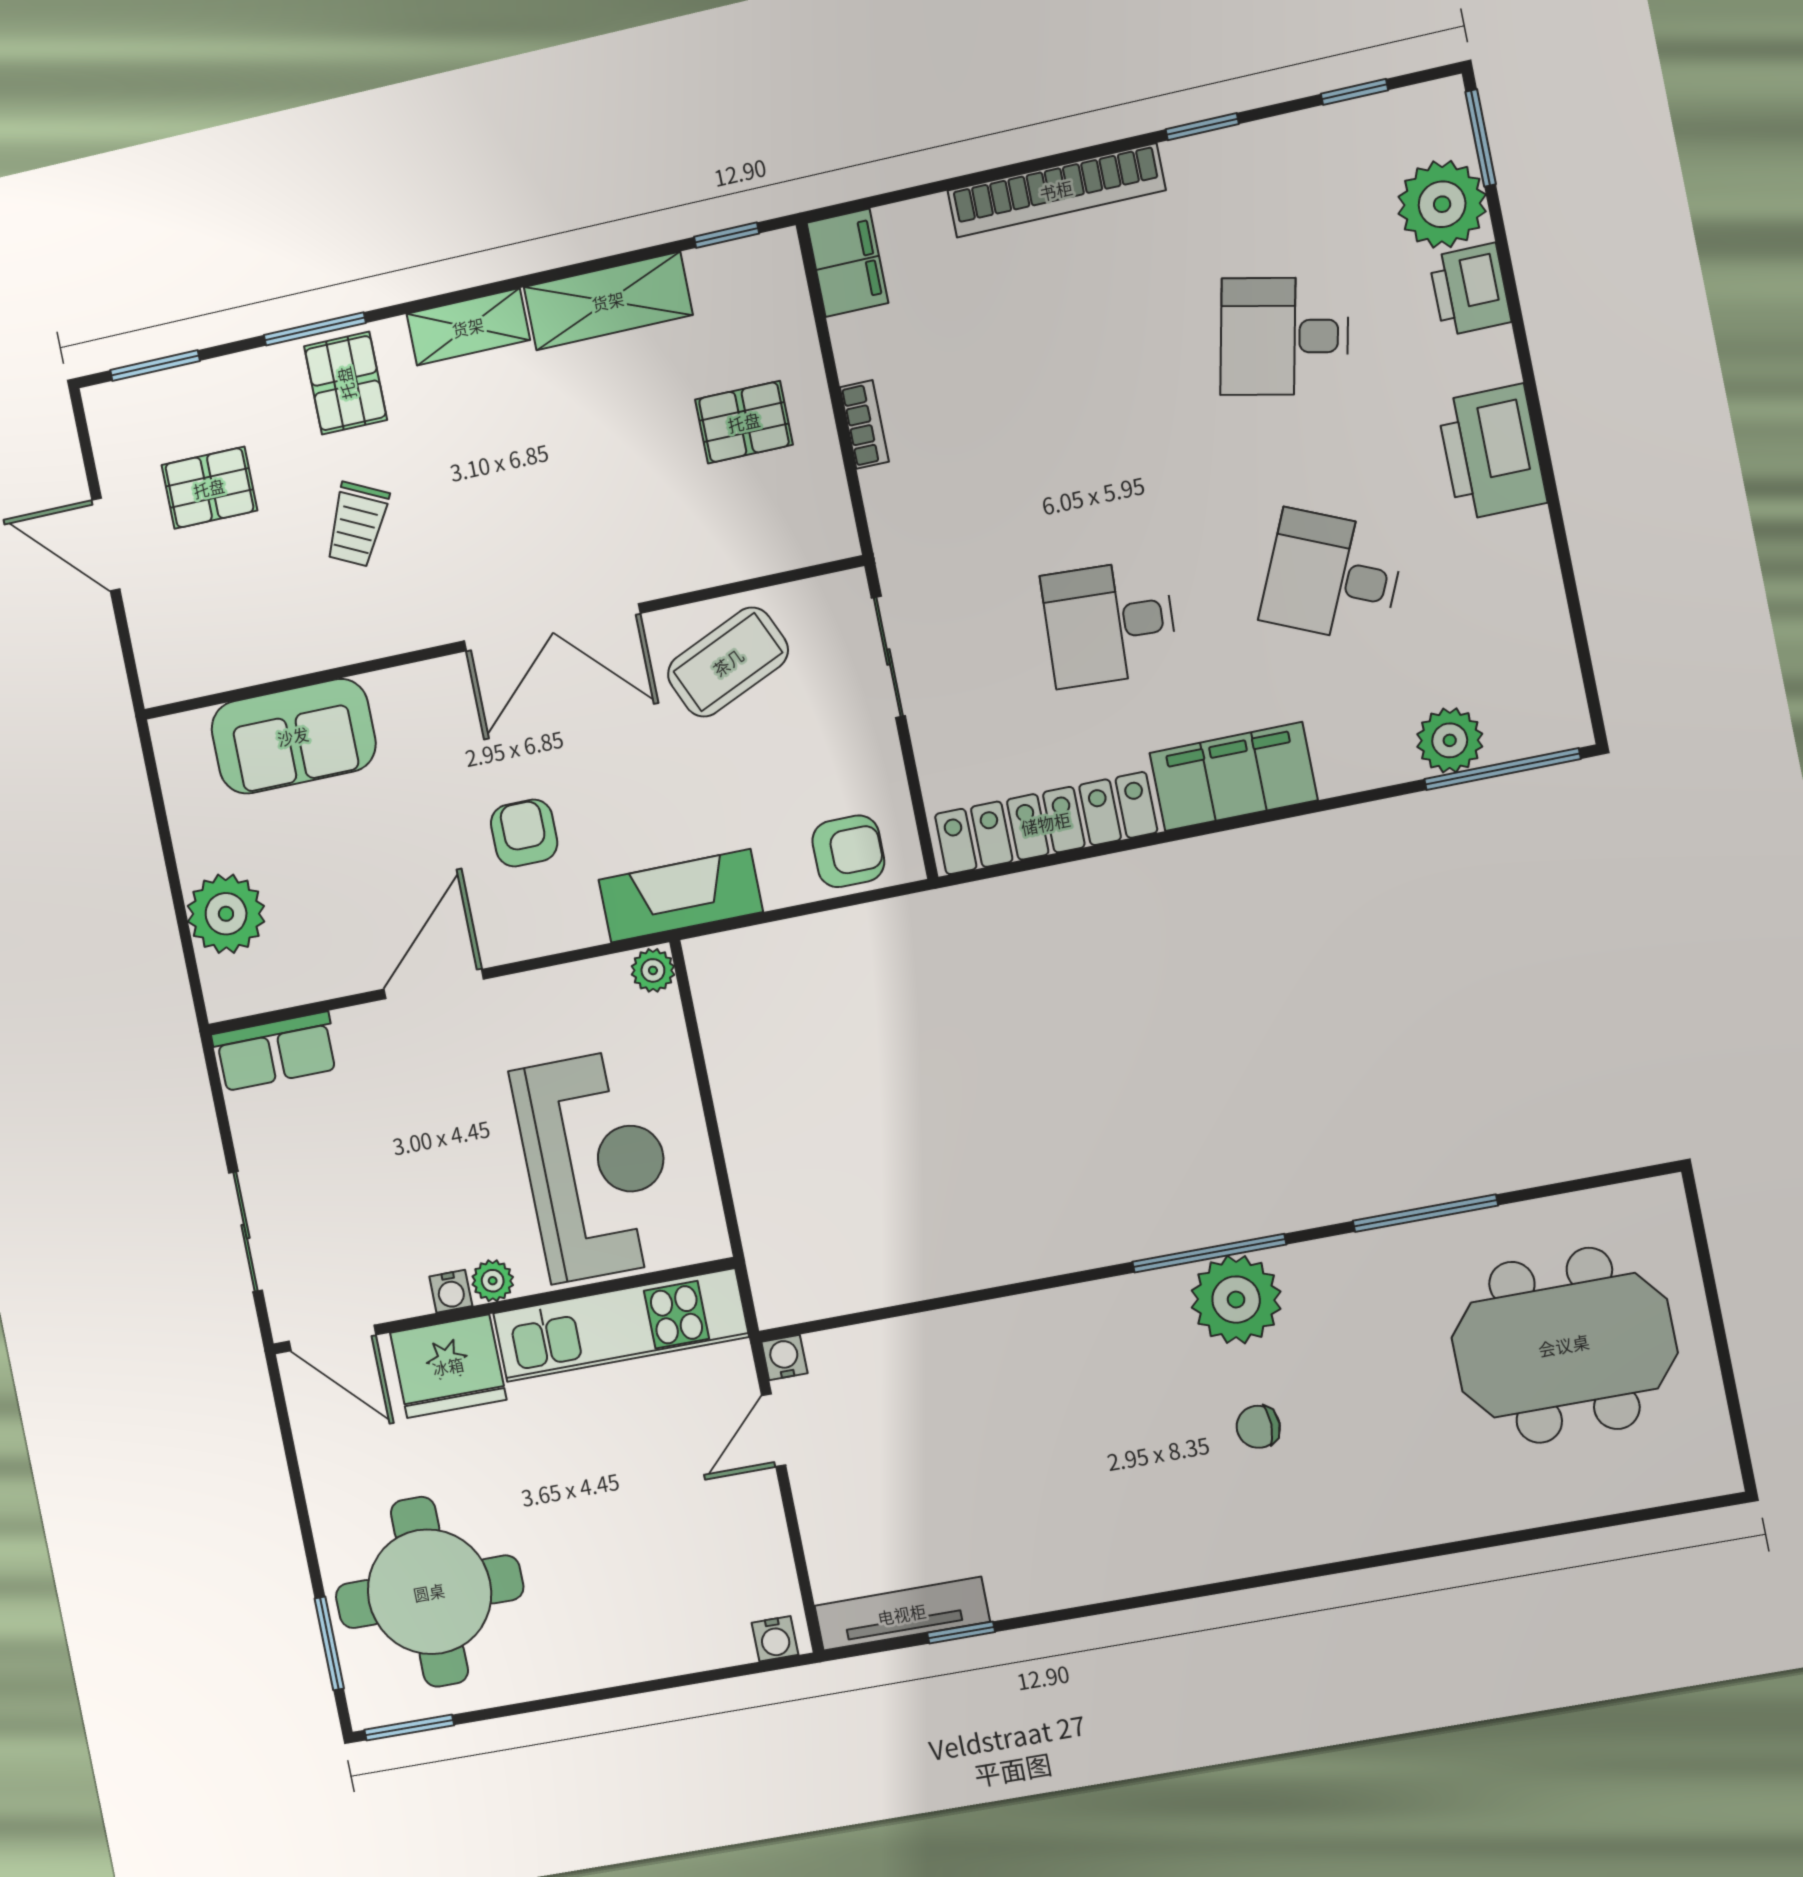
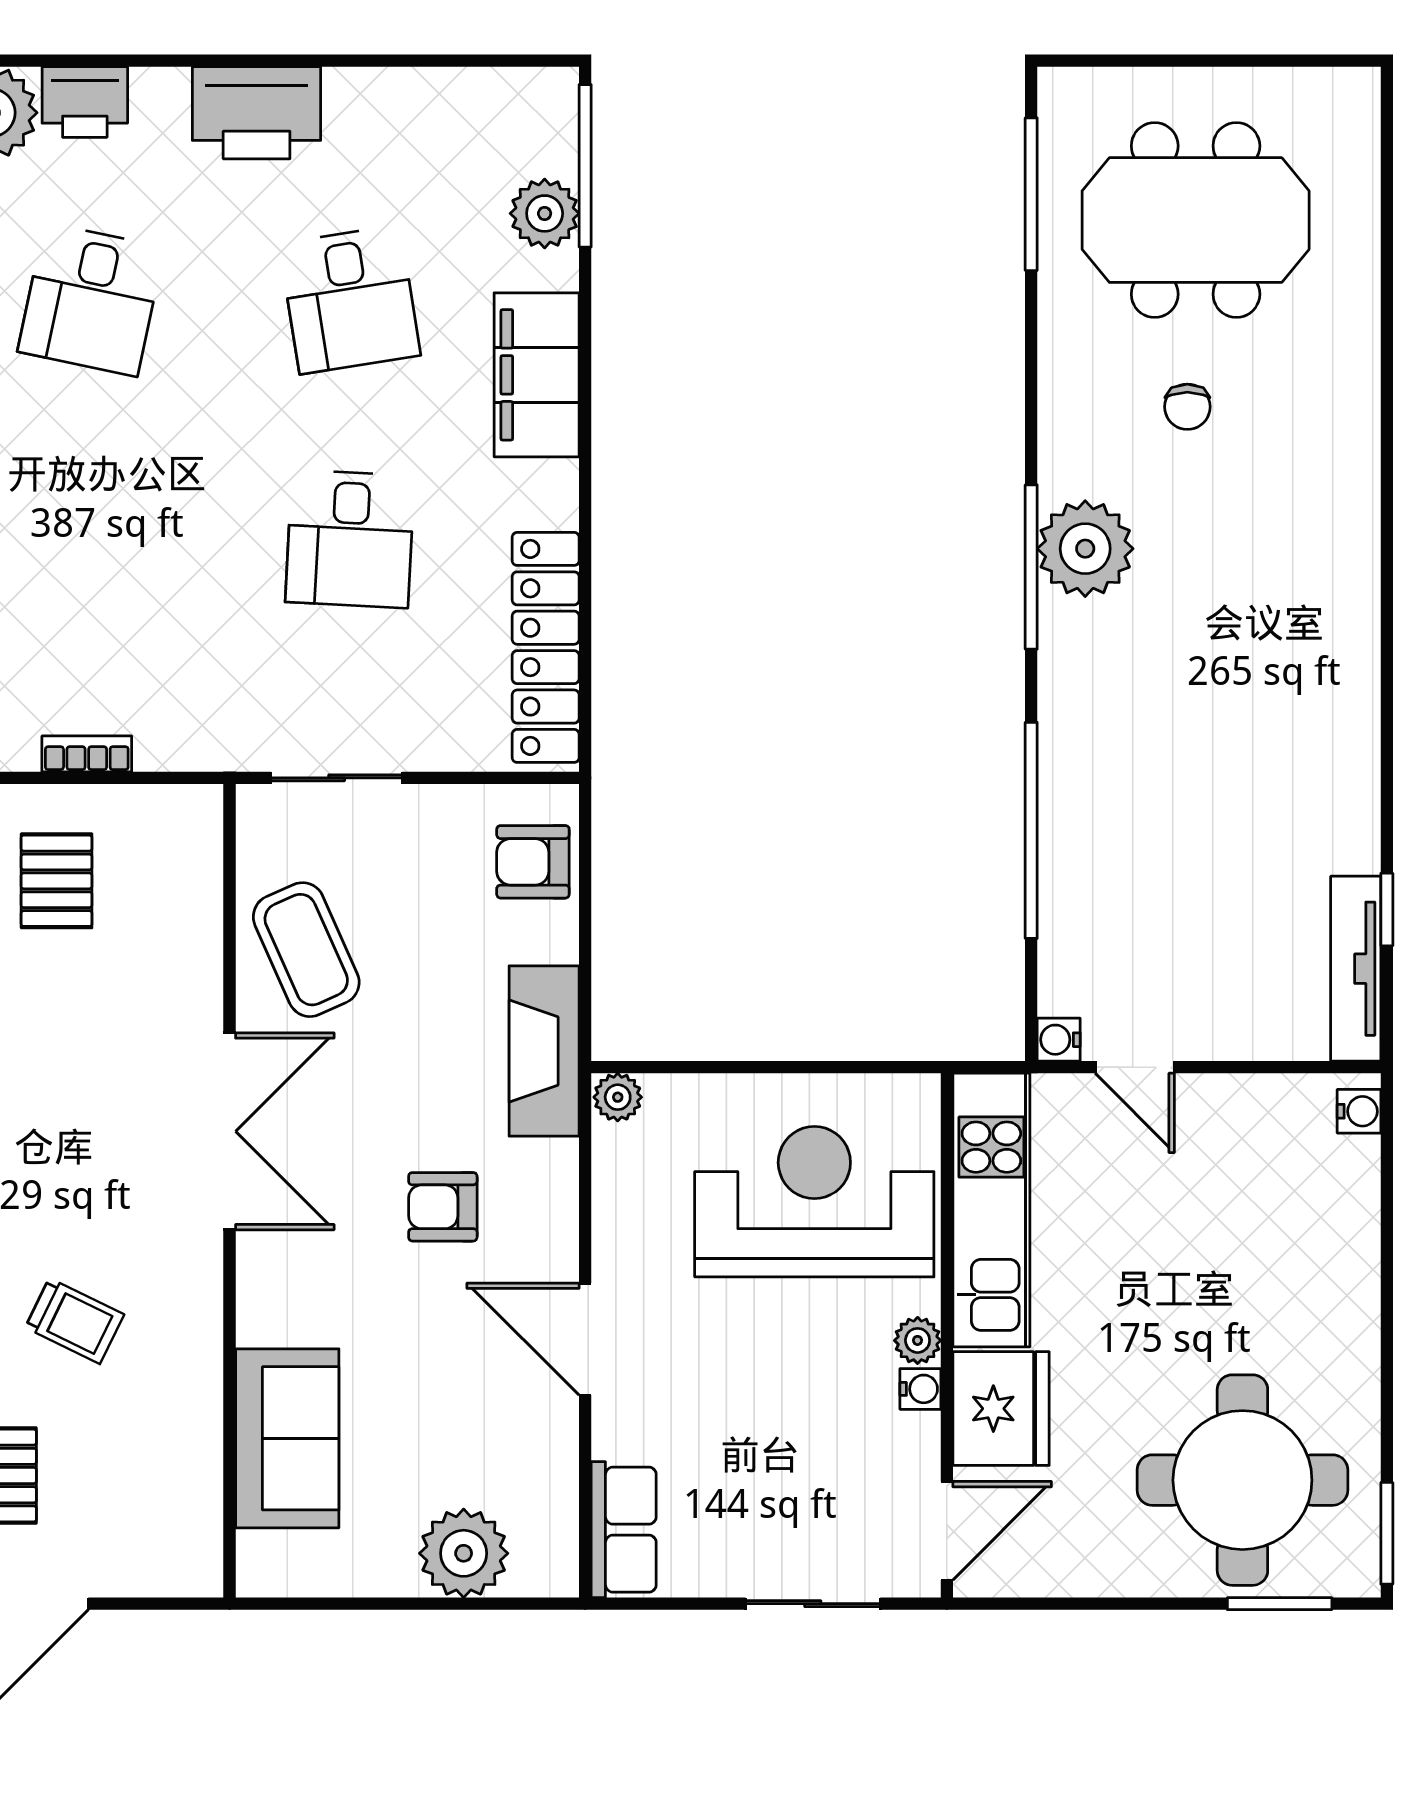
desk: (1333, 576) -> (350, 299), turned -33
filing cabinet: (1234, 777) -> (537, 375), moved
armchair: (848, 851) -> (533, 862), turned -90
window: (1425, 1213) -> (1031, 194), moved
window: (968, 1298) -> (1031, 830), added
meeting table: (1564, 1345) -> (1196, 220), turned 90
chair: (1258, 1427) -> (1187, 407), moved

